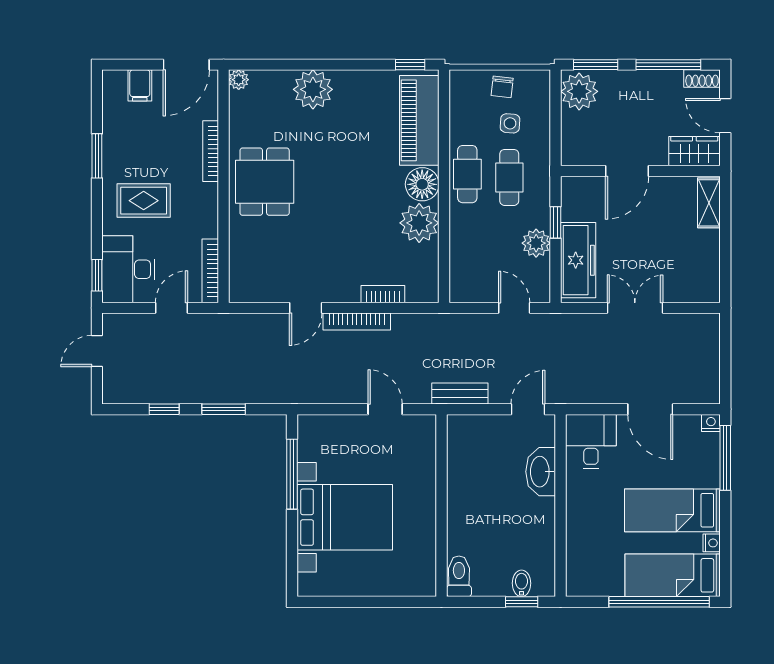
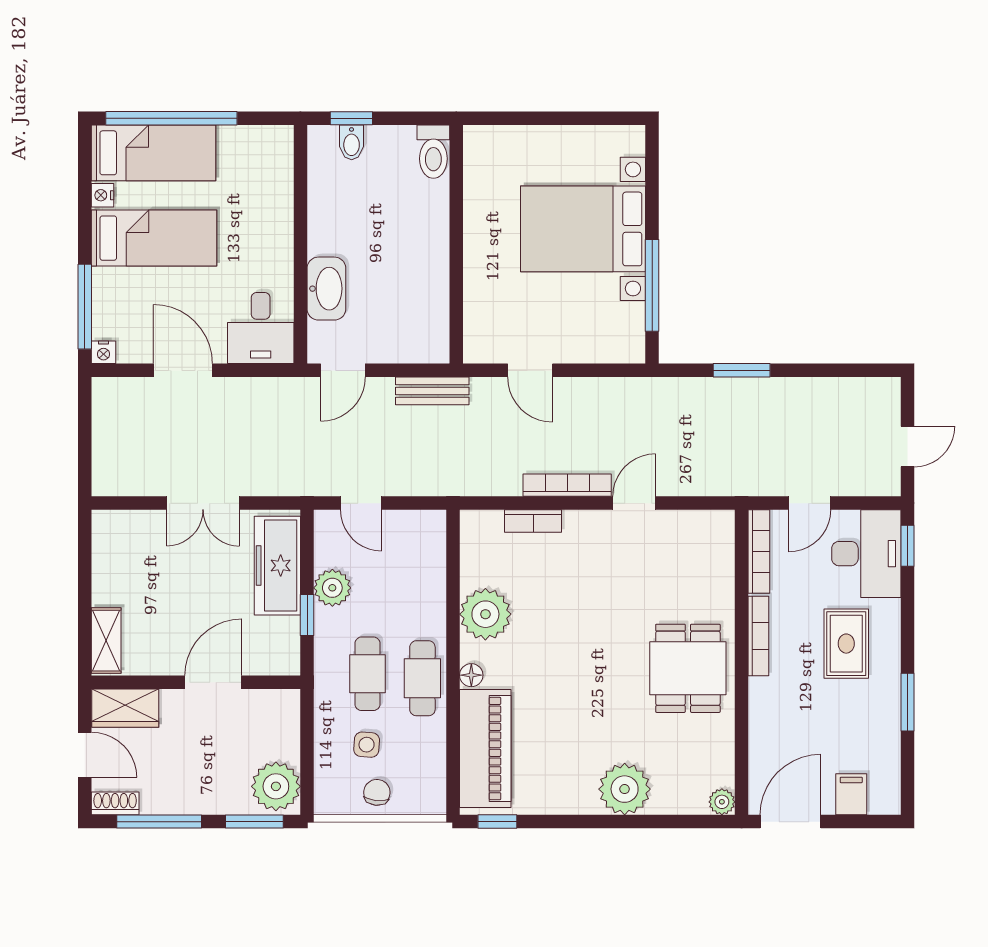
bookcase: (211, 151) -> (758, 636), moved
floor lamp: (422, 184) -> (471, 675), width x0.53, depth x0.53
rug: (144, 201) -> (846, 644), turned 90
window: (164, 409) -> (819, 370), removed

